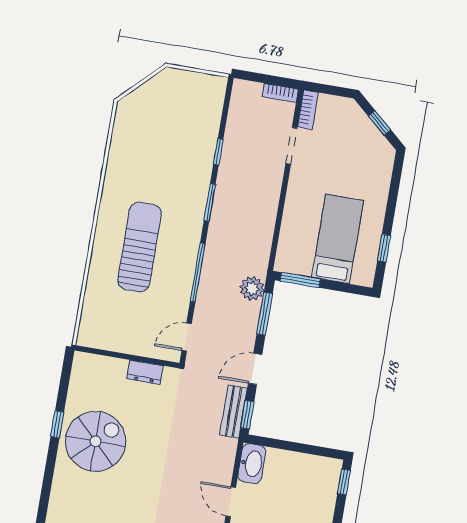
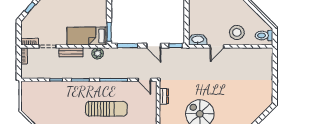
bed: (338, 239) -> (87, 36), moved
sun lounger: (140, 247) -> (106, 109), turned 180
plant: (252, 288) -> (98, 53), moved
bench: (233, 412) -> (71, 52), moved

